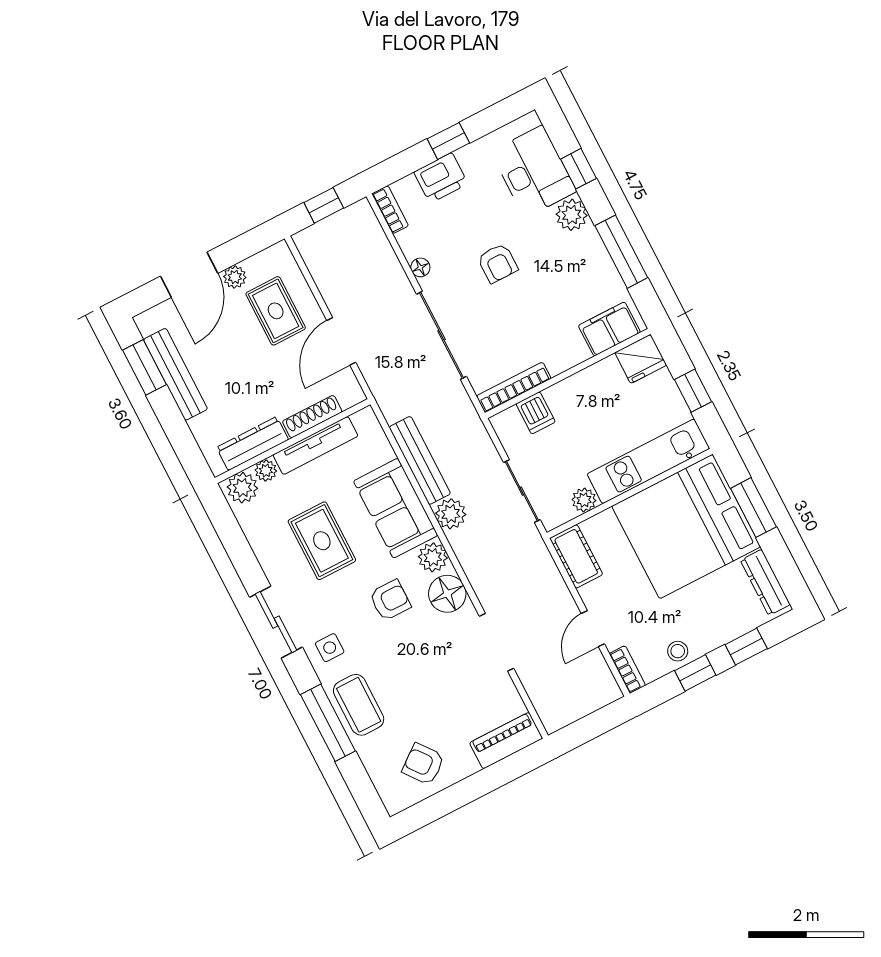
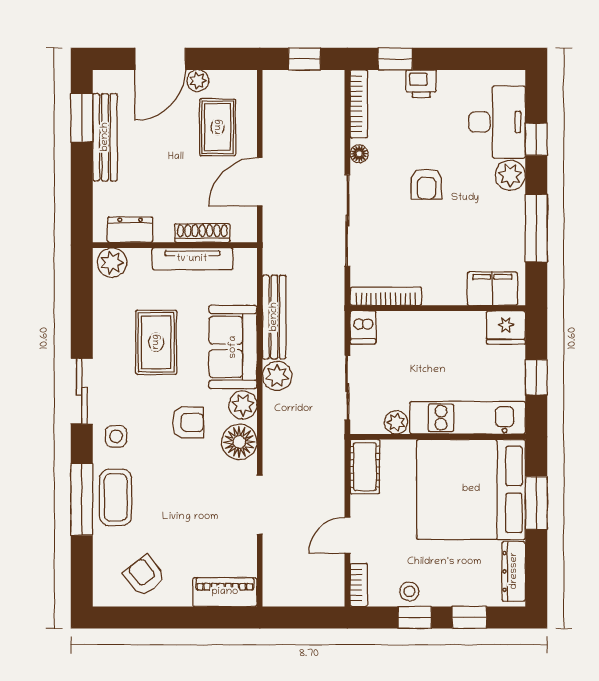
window: (448, 141) -> (395, 59), moved
printer: (441, 178) -> (421, 84), width x0.73, depth x0.81
bookcase: (390, 210) -> (359, 104), width x1.56
dishwasher: (536, 413) -> (363, 327), moved
dresser: (253, 444) -> (130, 230), width x0.70
plant: (266, 471) -> (139, 258), removed

